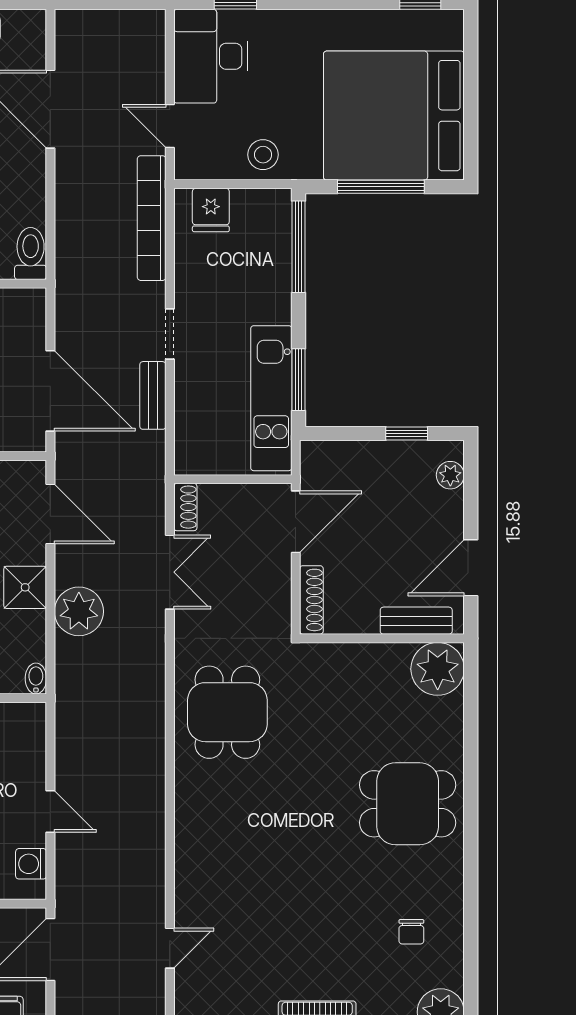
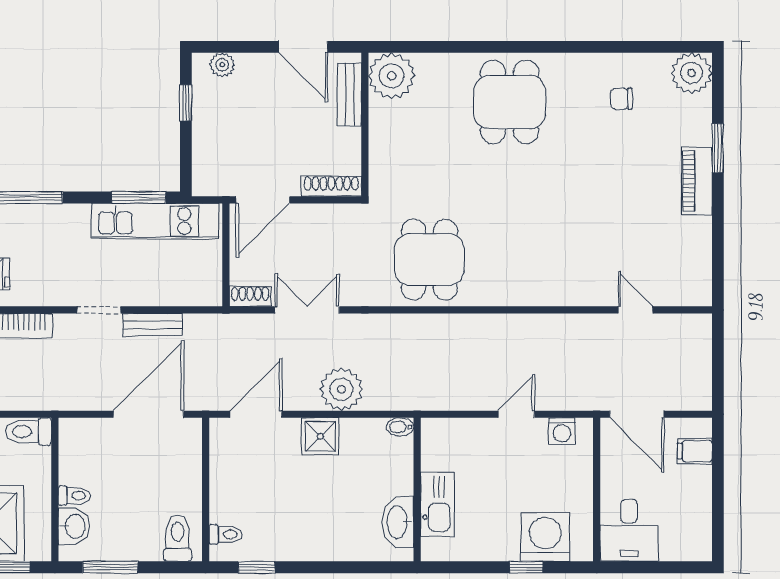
door: (296, 522) -> (263, 200), swing flipped
dining table: (227, 712) -> (429, 260), turned 90
chair: (411, 932) -> (621, 99), turned 180

